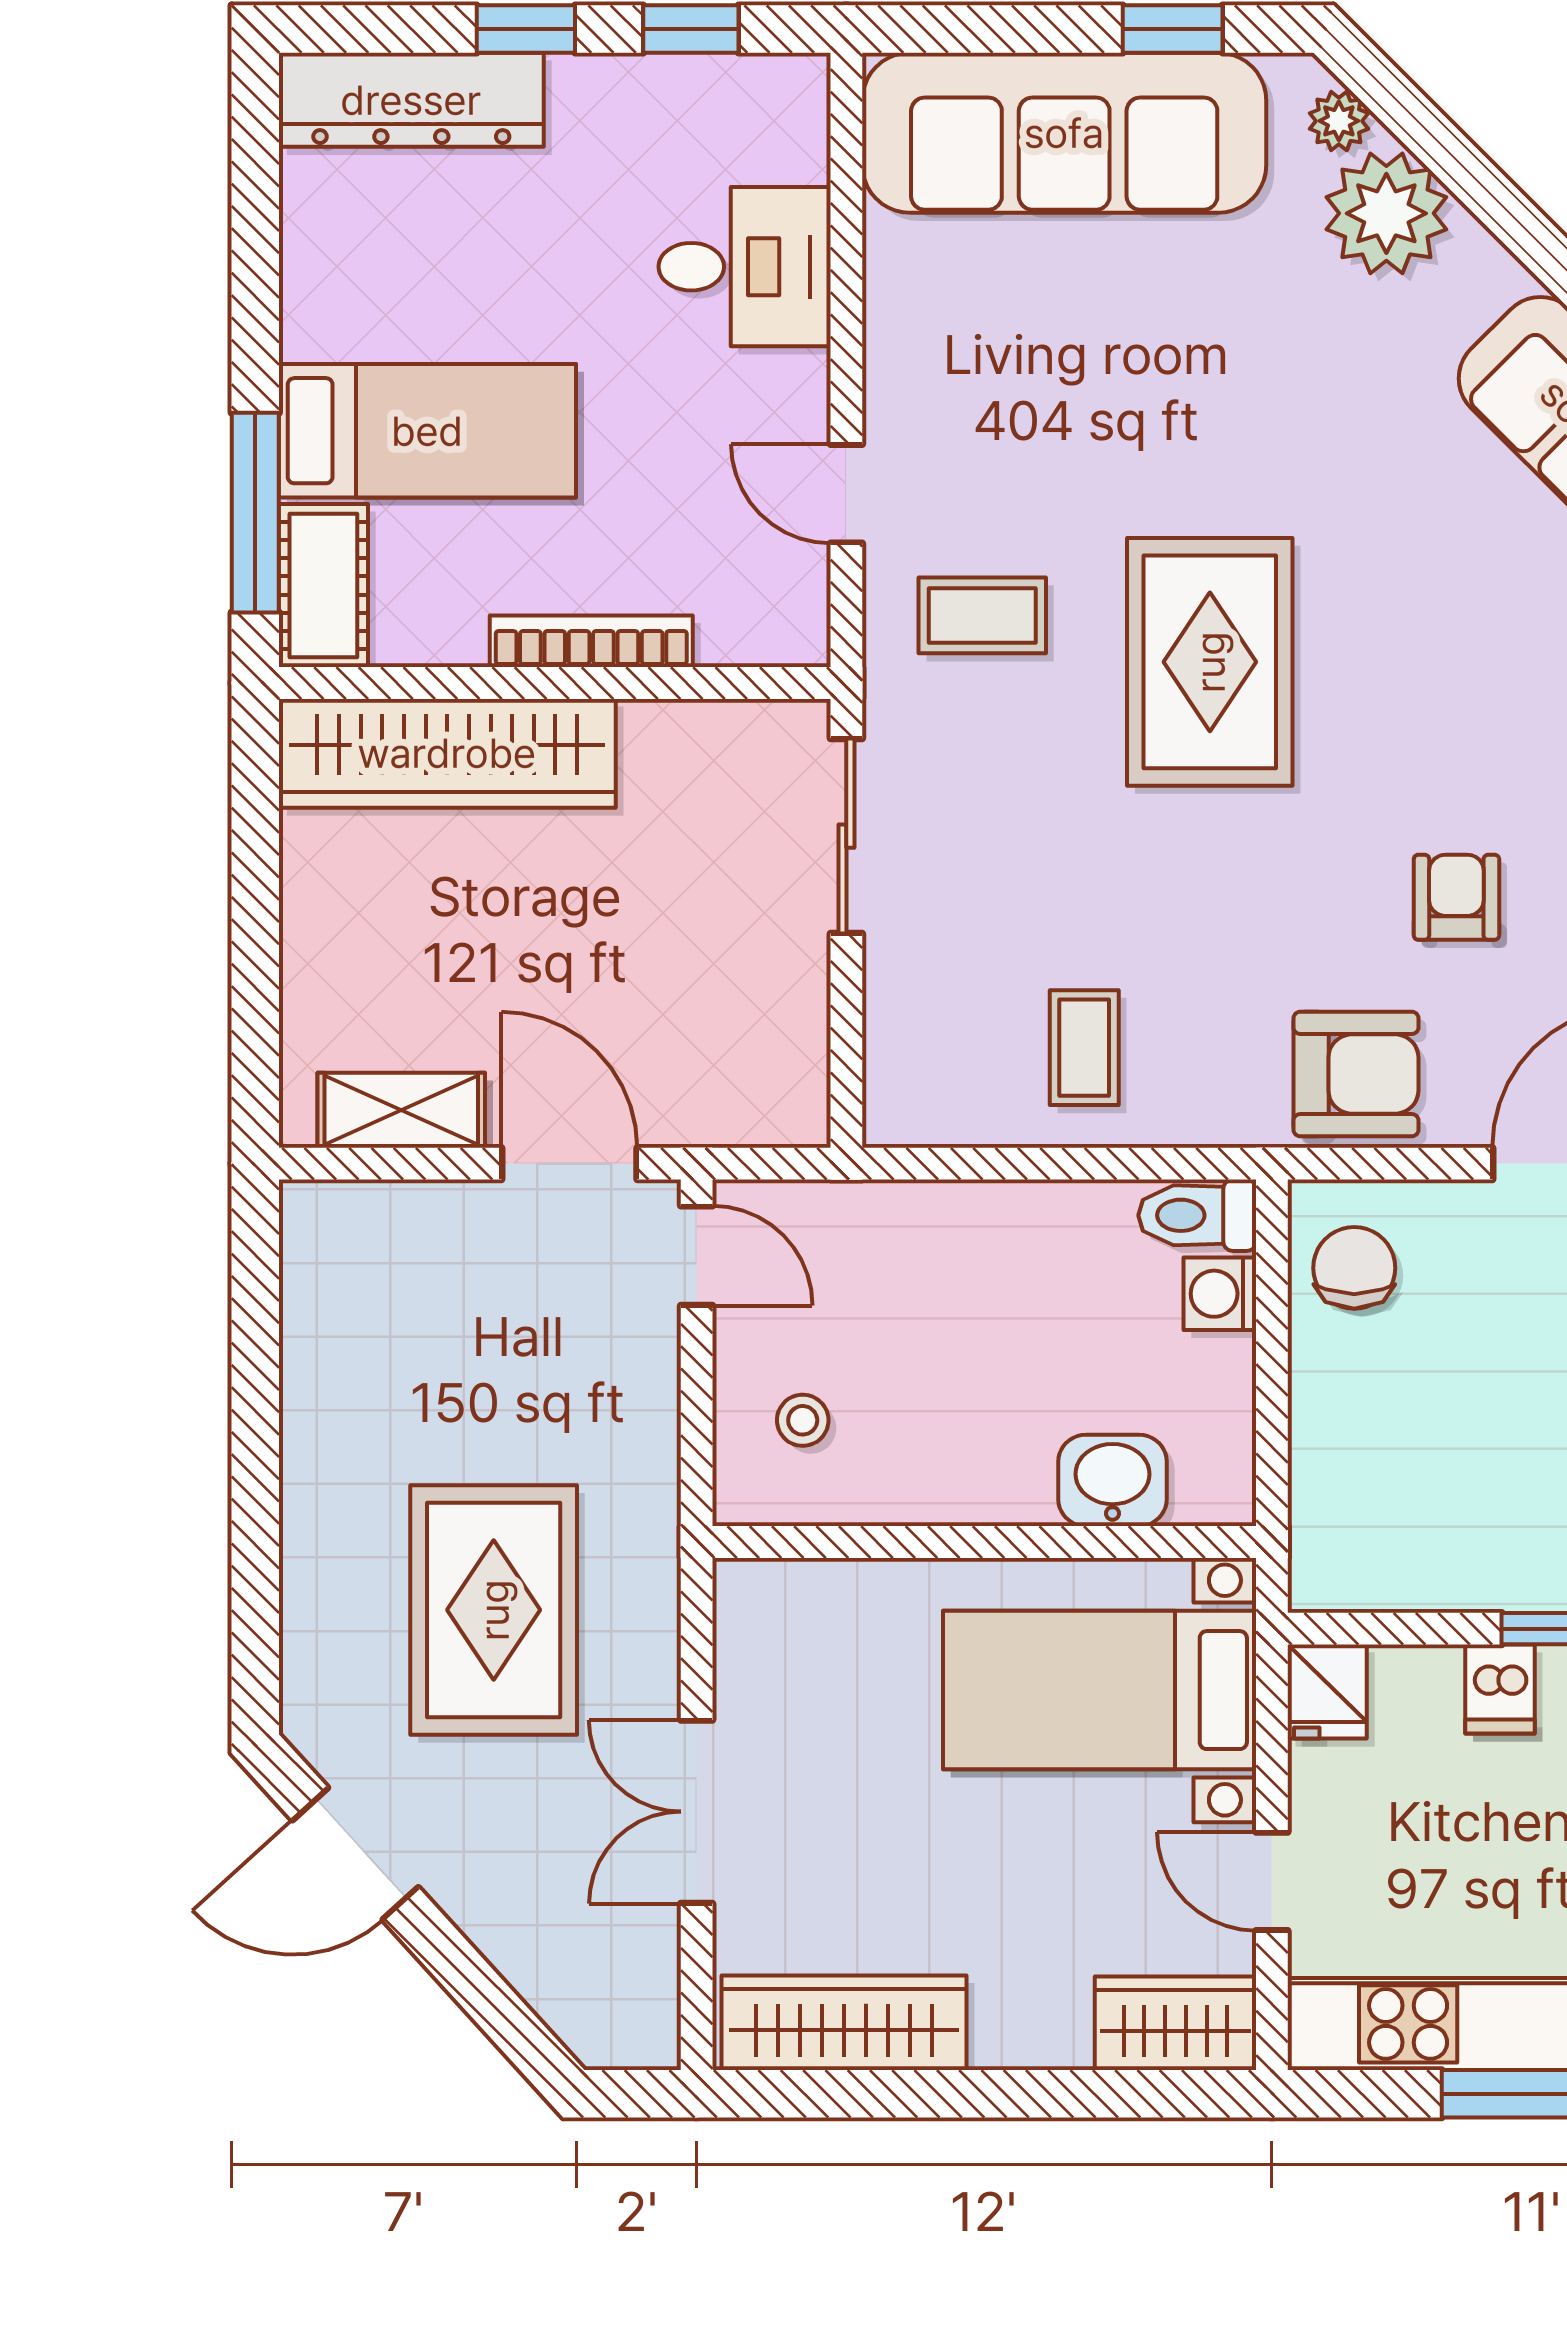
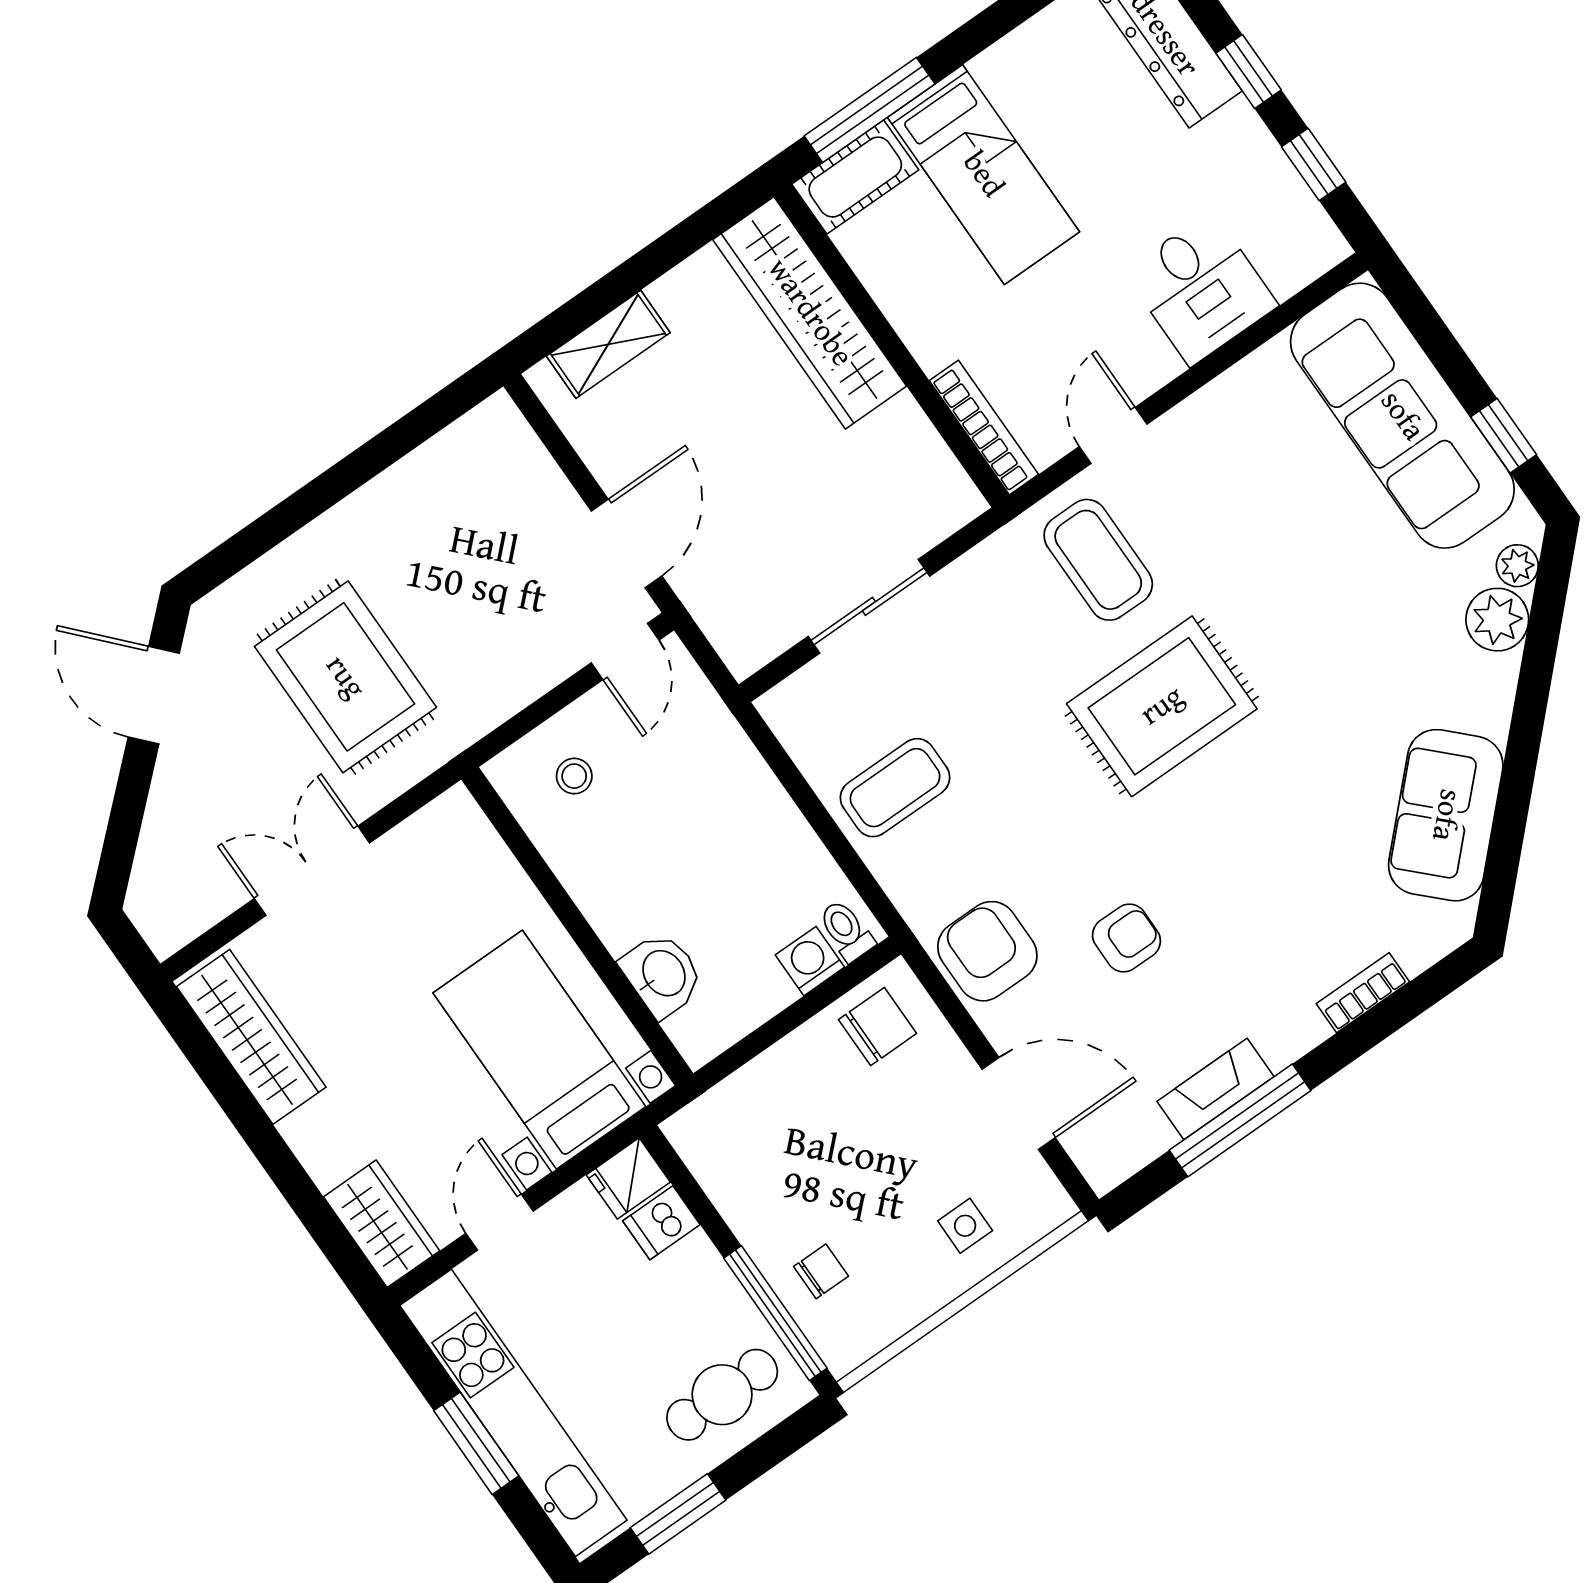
plant: (1386, 213) -> (1497, 620), width x0.73, depth x0.73
coffee table: (982, 615) -> (1098, 560), width x1.36, depth x1.30
bookcase: (591, 641) -> (984, 427), moved
sliding door: (846, 836) -> (869, 606), moved
coffee table: (1084, 1048) -> (895, 788), width x1.36, depth x1.30
armchair: (1356, 1074) -> (987, 951), turned 180
shelving: (401, 1110) -> (608, 344), moved, turned 90
toilet: (1197, 1215) -> (846, 931), width x0.73, depth x0.72
rug: (494, 1610) -> (345, 677), turned 90
dishwasher: (1500, 1689) -> (661, 1223), moved

